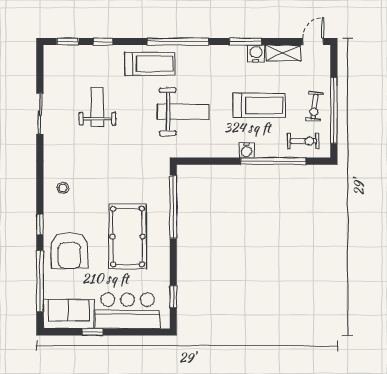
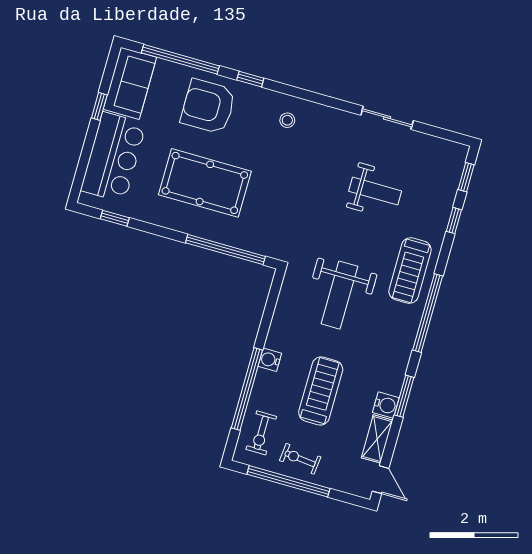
treadmill: (259, 105) -> (321, 391), turned 180

